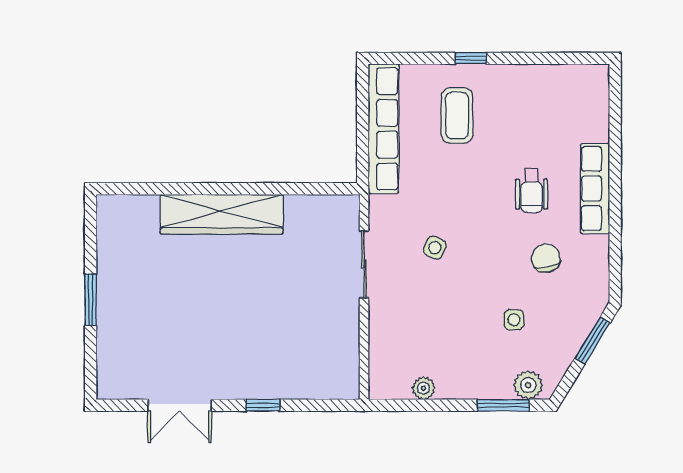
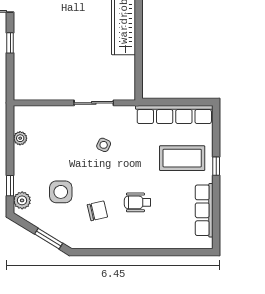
coffee table: (457, 115) -> (182, 158), width x1.36, depth x1.32
row of seats: (595, 189) -> (204, 210), moved, turned -90
side table: (514, 320) -> (61, 192), width x1.87, depth x1.87
window: (503, 405) -> (10, 186), width x0.67

